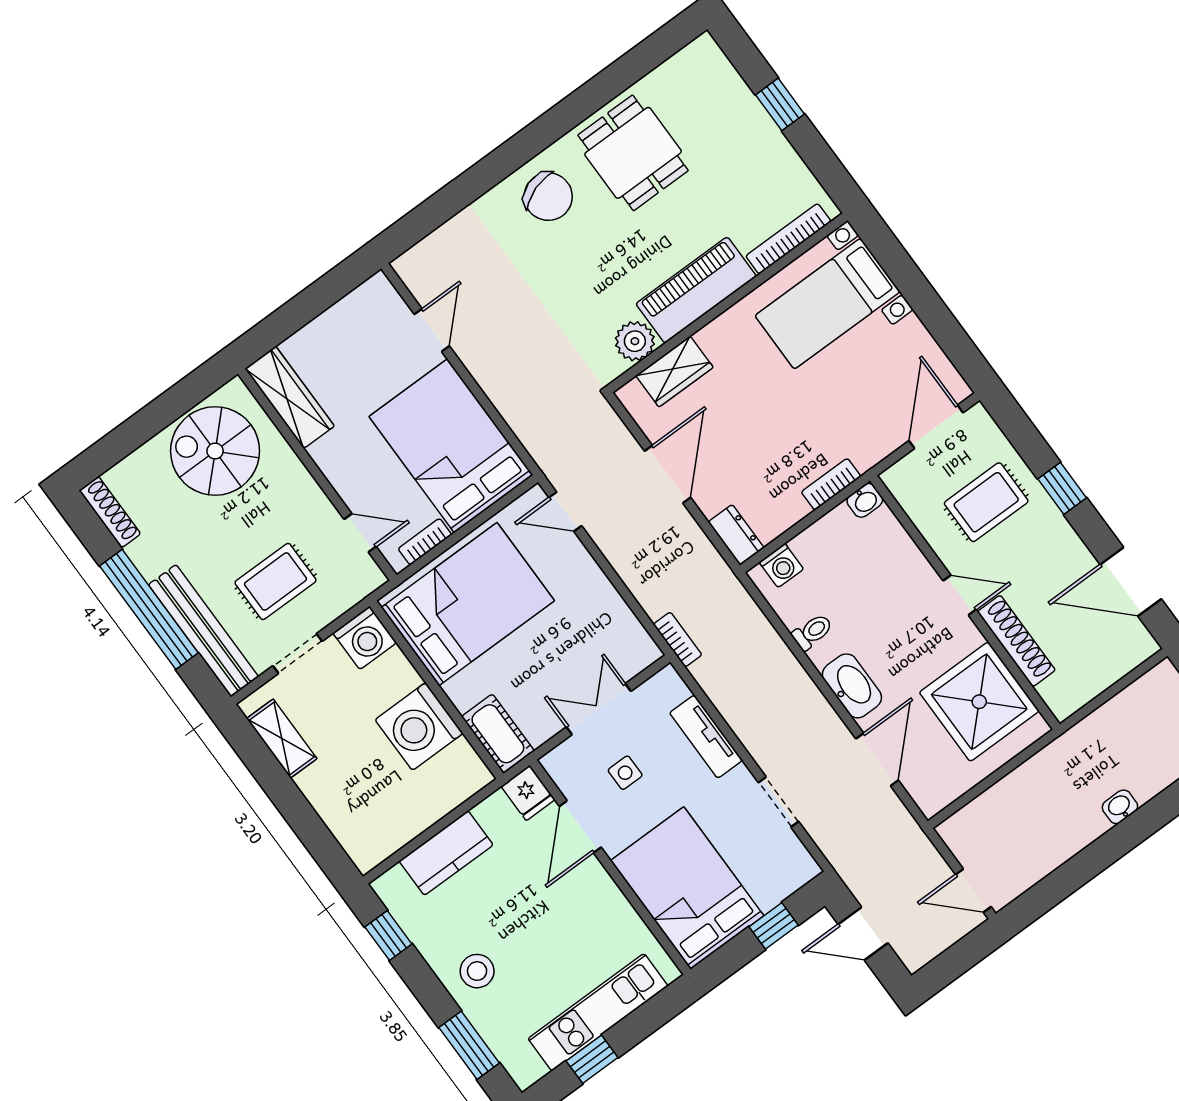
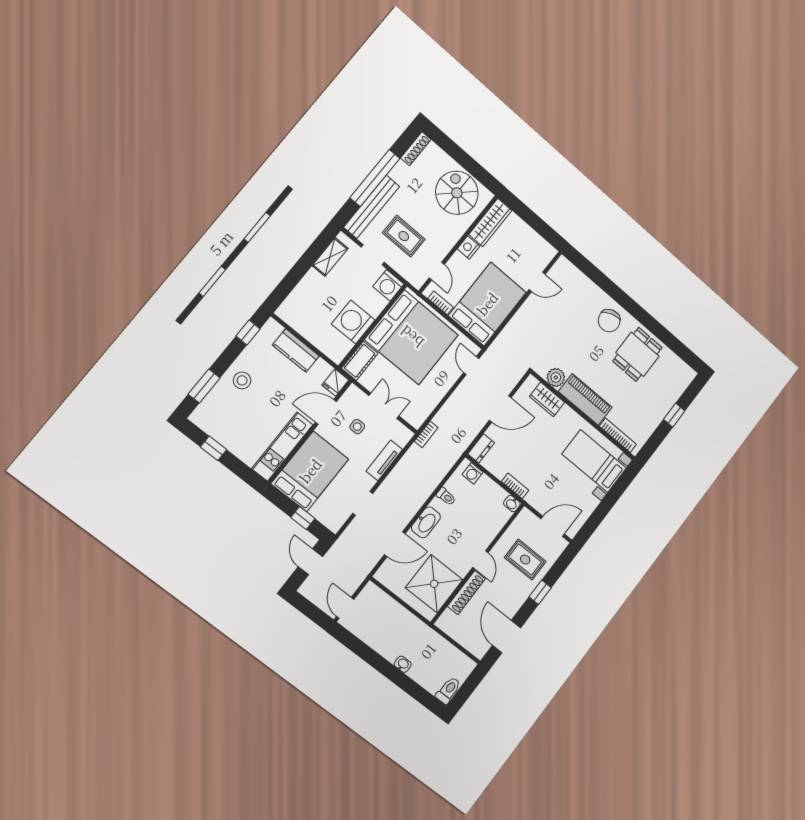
nightstand: (329, 456) -> (468, 248), added
bed: (468, 604) -> (412, 337), width x1.36
kitchen unit: (598, 1012) -> (282, 447), moved, turned -90

